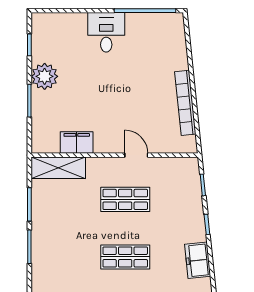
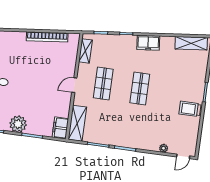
filing cabinet: (77, 143) -> (60, 128), moved
door: (136, 155) -> (74, 85), moved
shelving: (172, 165) -> (86, 51), added

